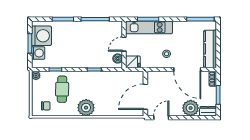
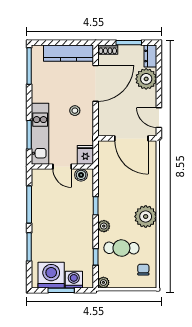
plant: (79, 76) -> (104, 226), added

